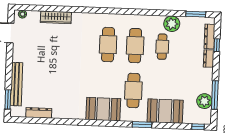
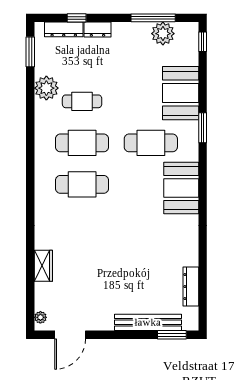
wardrobe: (56, 17) -> (43, 266), width x0.67

